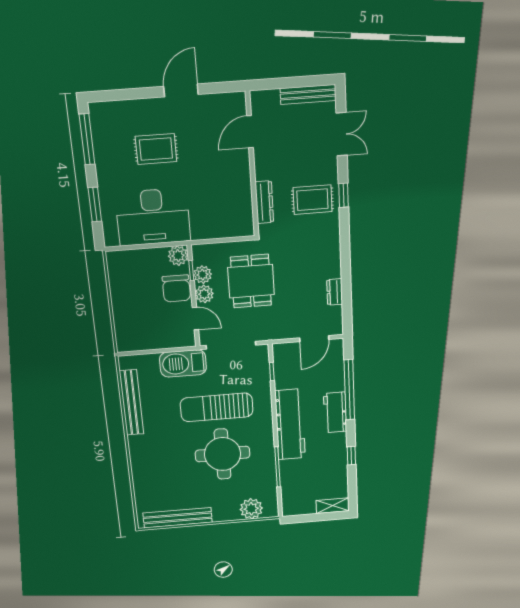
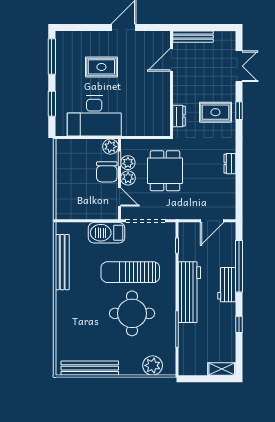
bench: (308, 94) -> (193, 37), moved
dresser: (264, 202) -> (179, 116), width x0.70
dresser: (335, 292) -> (230, 164), moved

